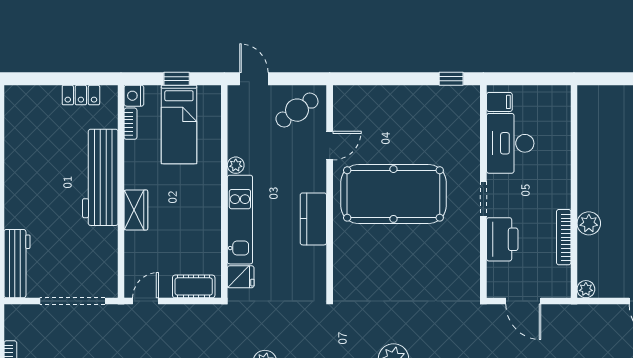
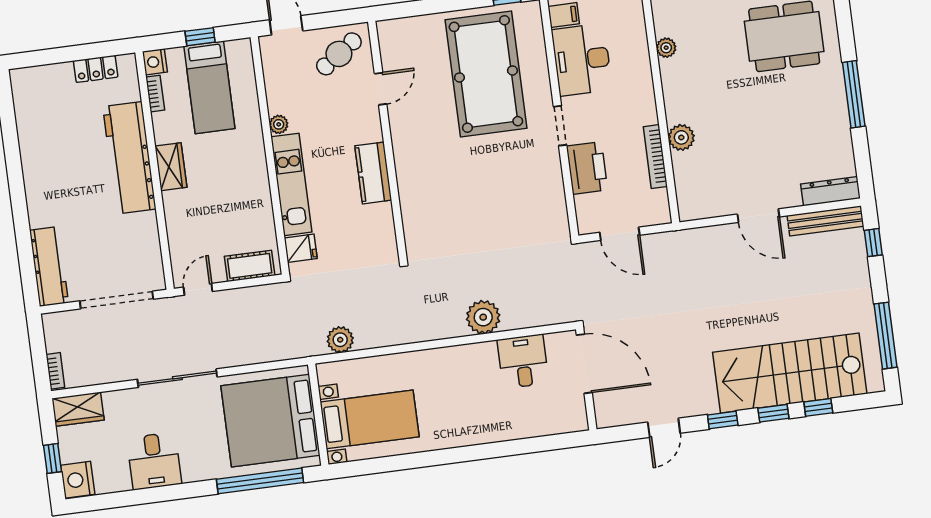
pool table: (393, 194) -> (486, 74), moved, turned 90
wardrobe: (136, 210) -> (171, 167), moved
plant: (586, 289) -> (666, 48), moved

